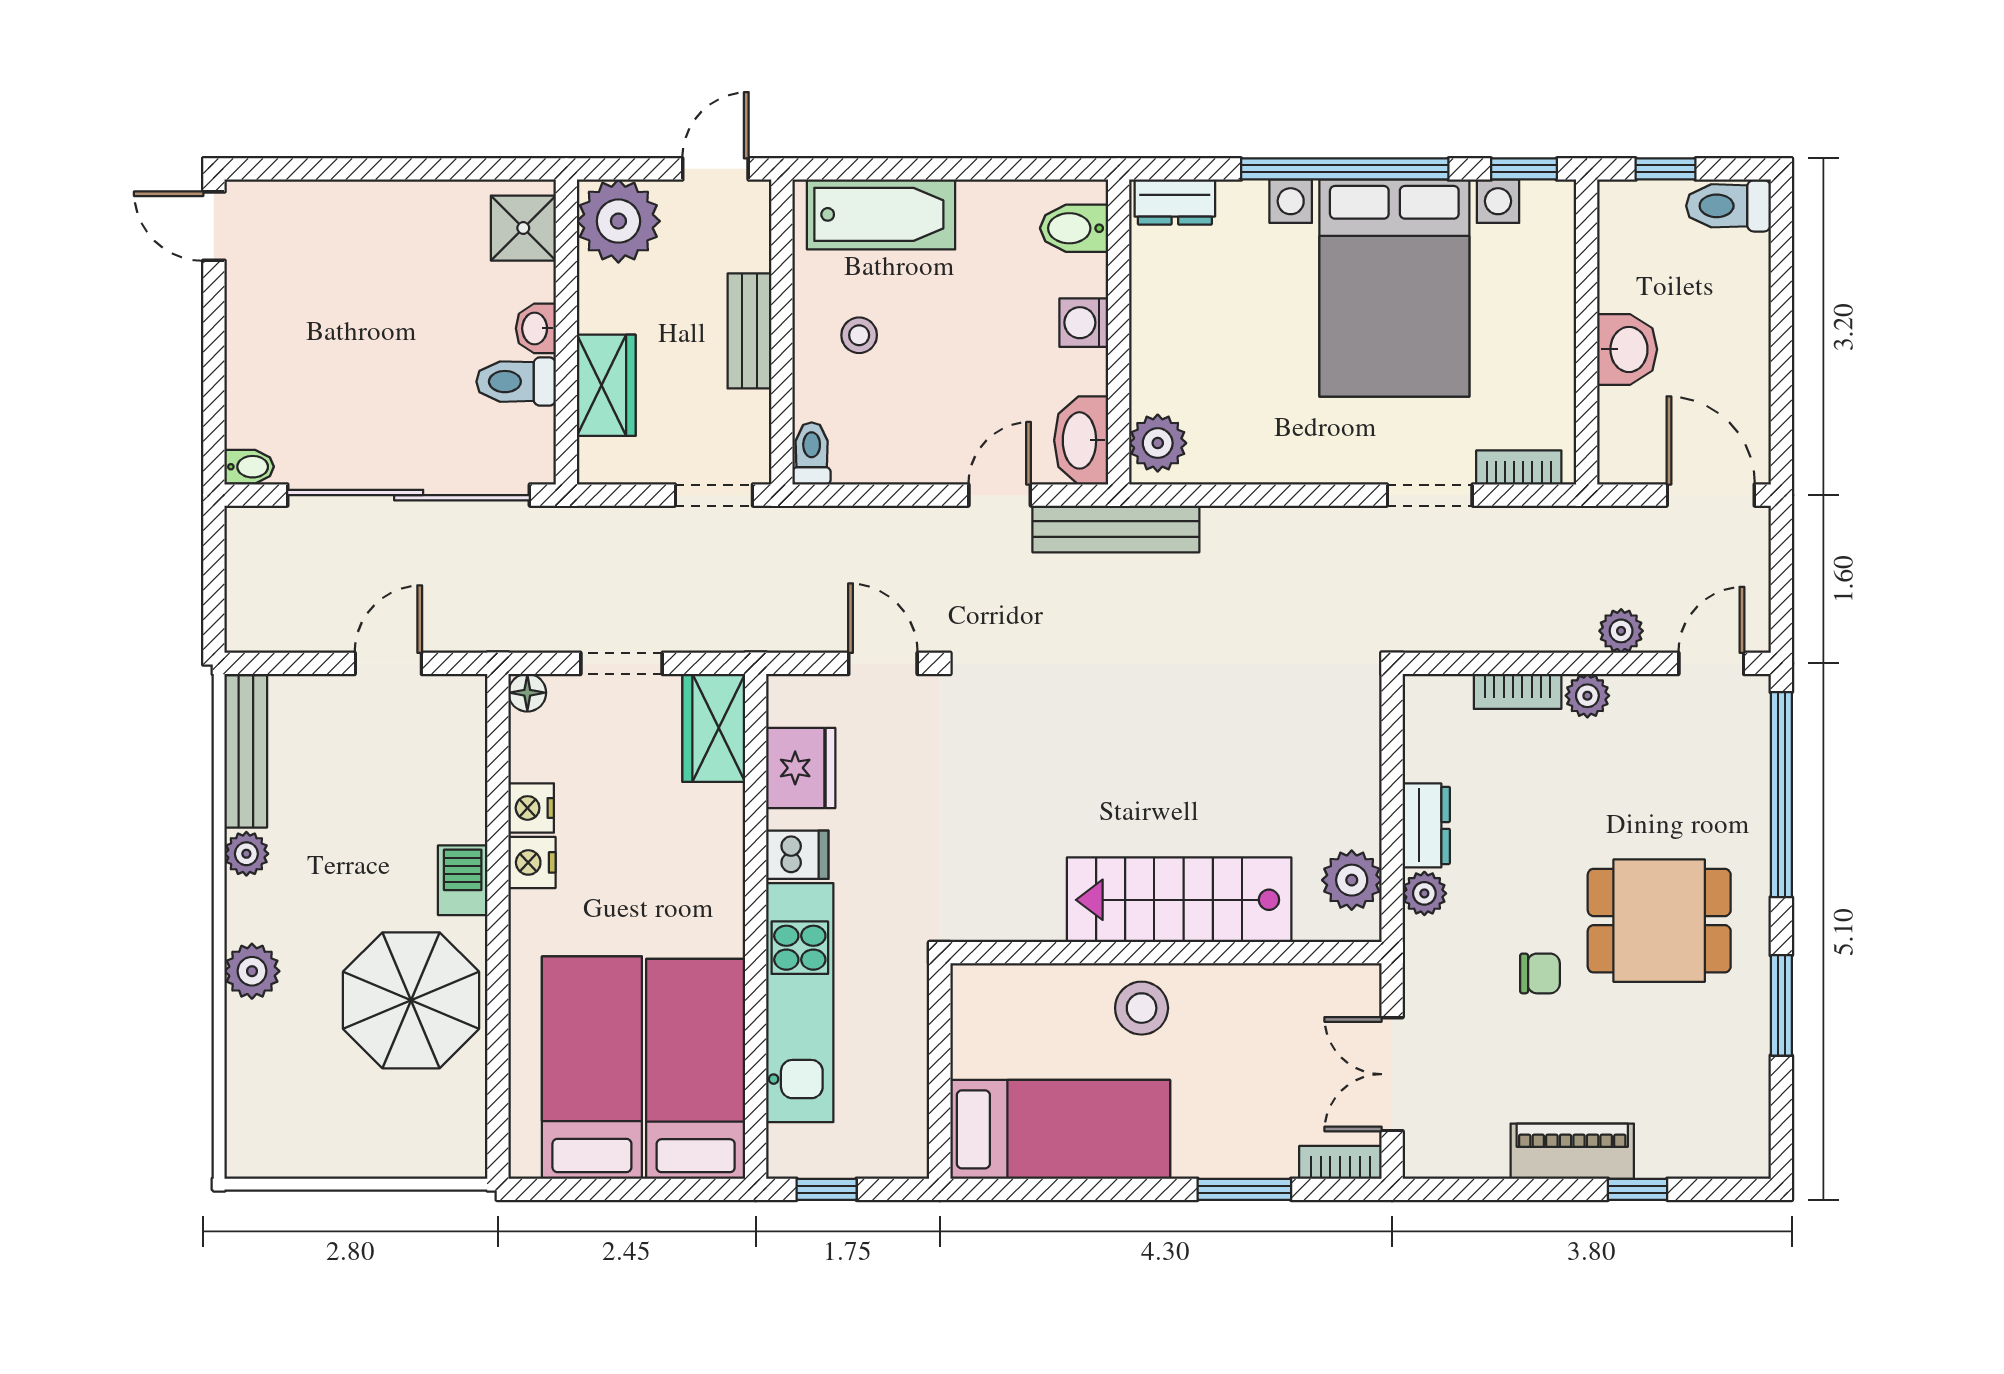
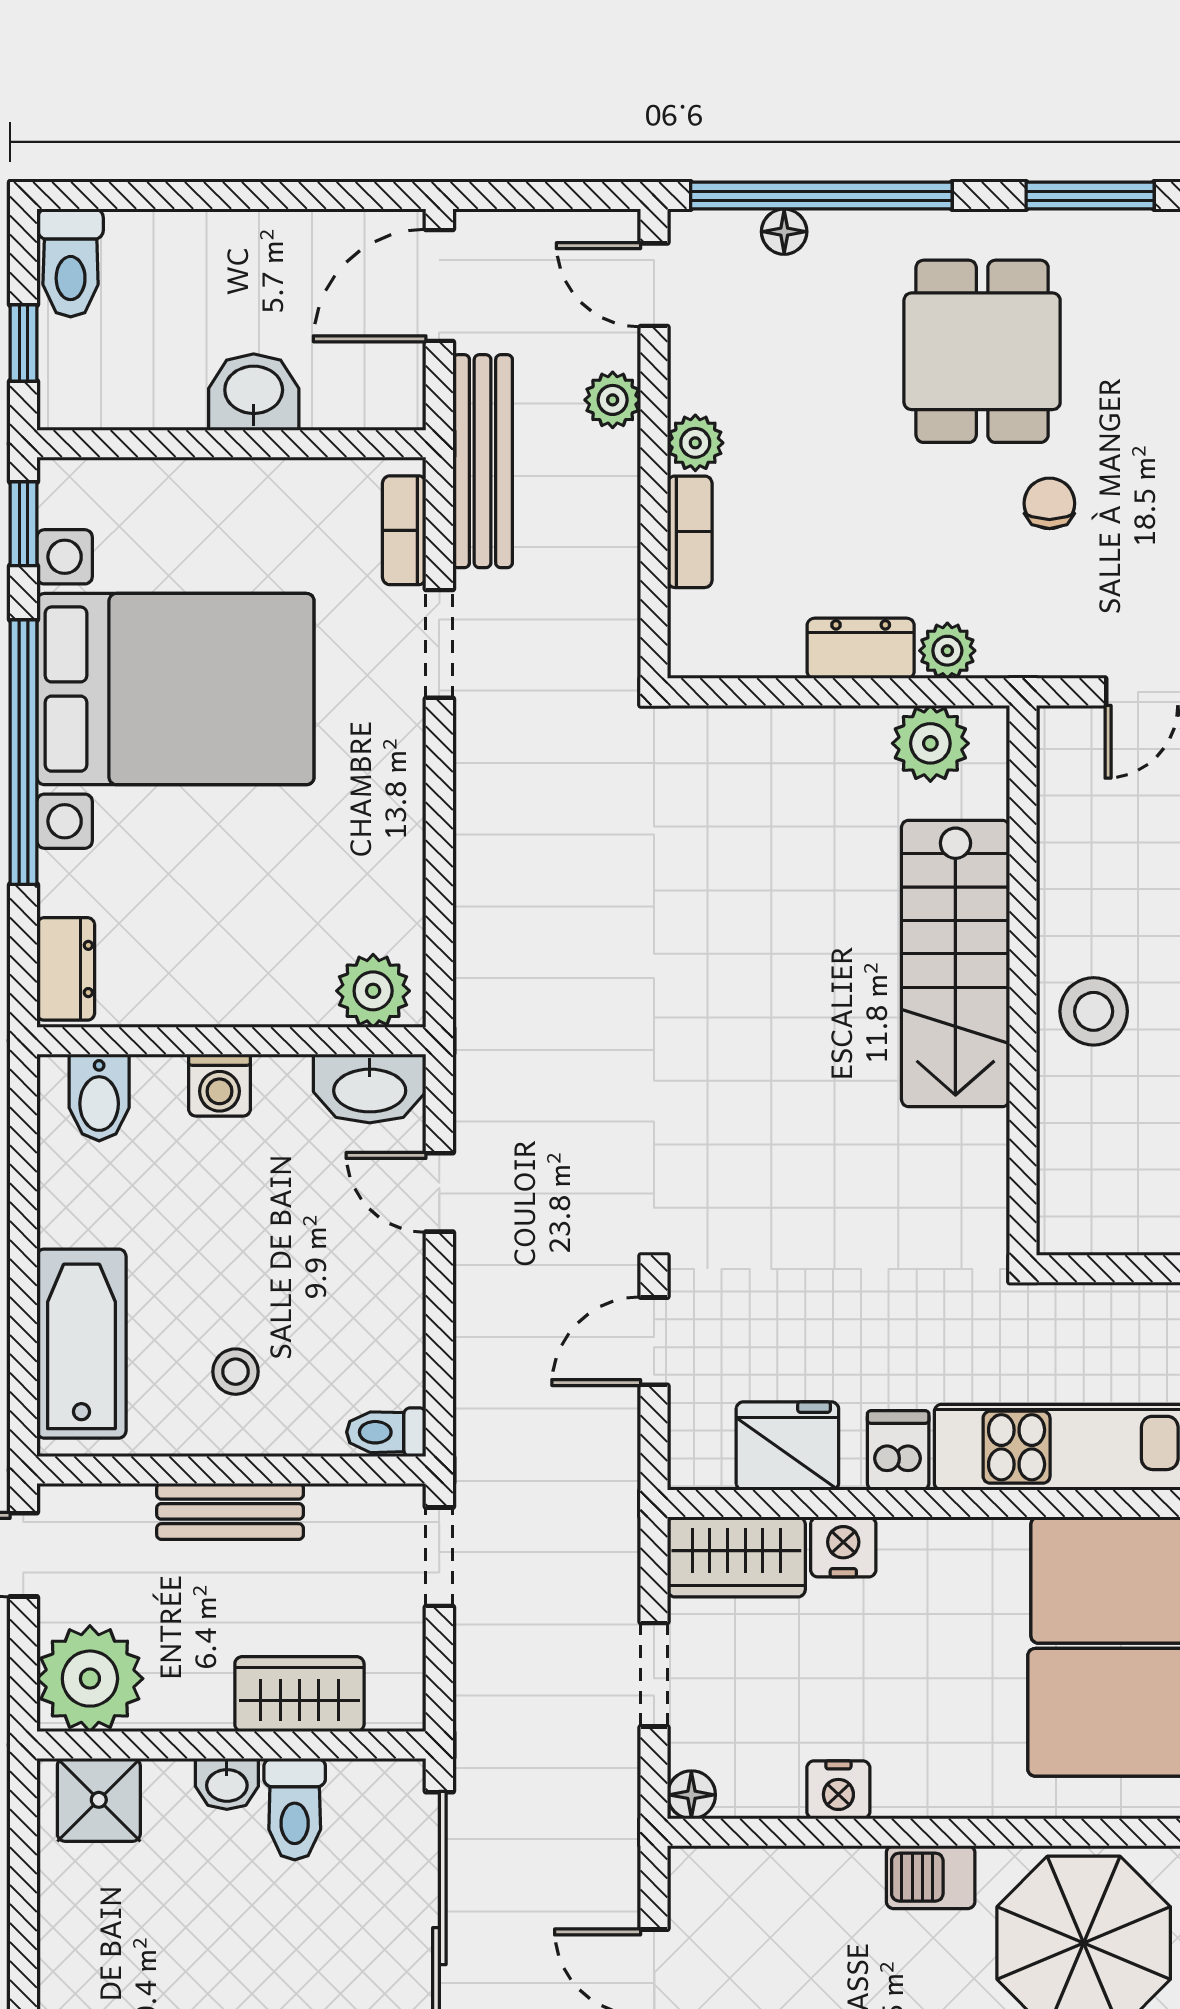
bench: (1116, 529) -> (483, 461), moved
floor lamp: (1753, 765) -> (784, 232), added
nightstand: (532, 862) -> (843, 1547), moved, turned 180

